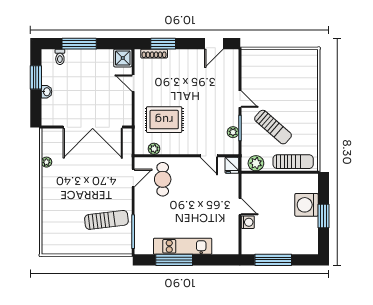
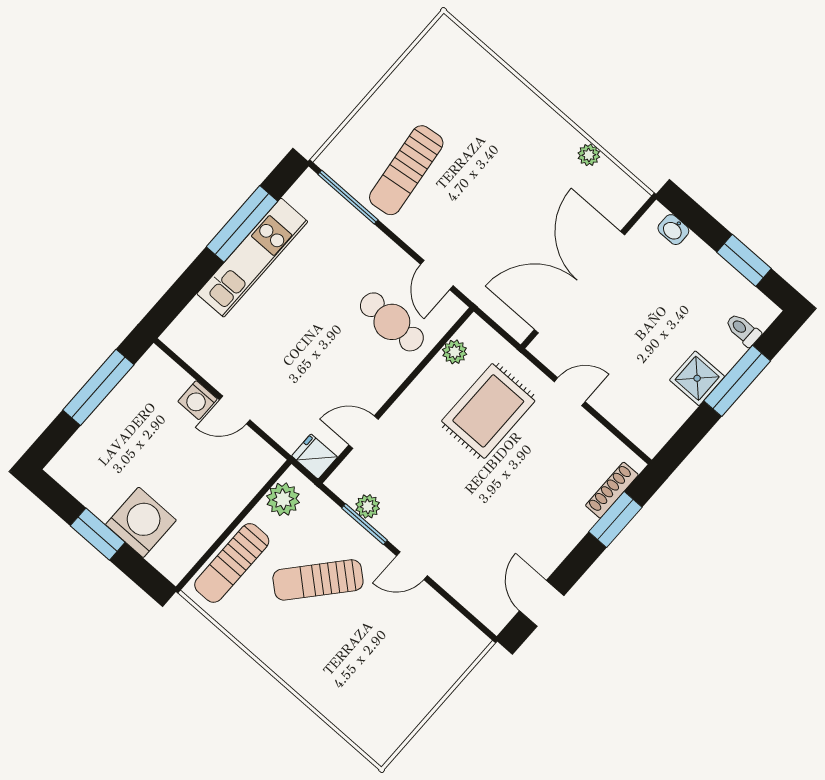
shower: (123, 58) -> (697, 378), moved
door: (133, 83) -> (570, 392), moved
washbasin: (47, 92) -> (673, 230), moved

